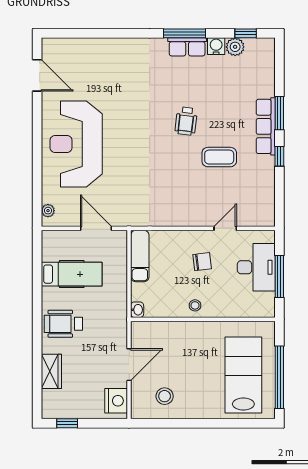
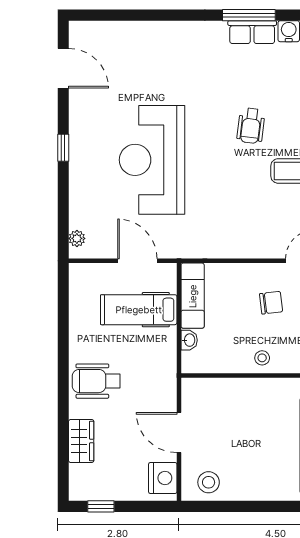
window: (37, 139) -> (63, 148), added
reception desk: (76, 144) -> (152, 160), moved
hospital bed: (72, 274) -> (139, 310), moved, turned 180
washbasin: (137, 310) -> (189, 340), moved
door: (129, 365) -> (179, 433), swing flipped
stool: (165, 396) -> (209, 482), moved

